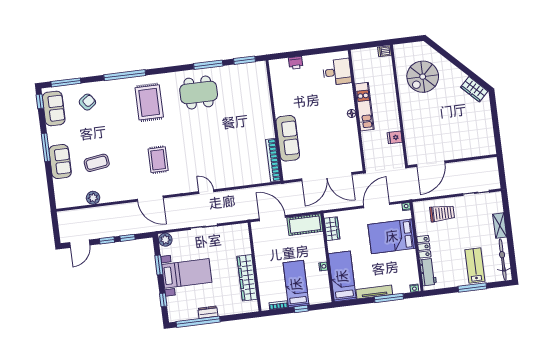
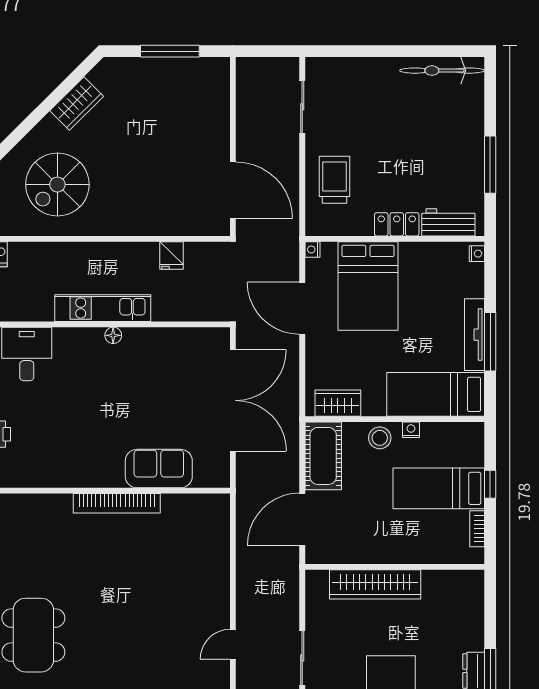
spiral stairs: (423, 77) -> (57, 185), turned 90
wardrobe: (474, 89) -> (77, 104), moved
window: (496, 124) -> (170, 51), added
sofa: (288, 138) -> (159, 469), width x0.73
bookcase: (273, 160) -> (117, 503), moved
shelving: (500, 226) -> (373, 68), removed
stool: (317, 252) -> (380, 438), added
lab bench: (475, 266) -> (447, 127), removed
wardrobe: (247, 278) -> (375, 584), moved
window: (472, 288) -> (490, 165), moved
window: (389, 298) -> (490, 342), moved

